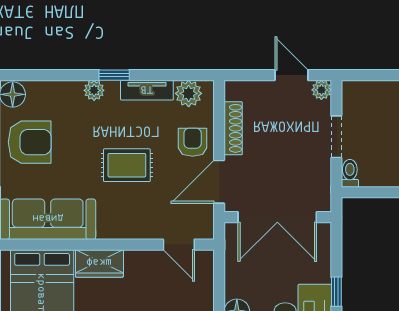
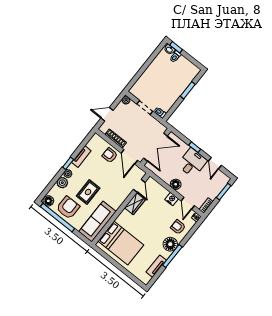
door: (291, 75) -> (107, 114), moved
plant: (189, 93) -> (62, 183), moved
rug: (127, 165) -> (88, 192), moved
door: (179, 245) -> (139, 186), hinge flipped
wardrobe: (99, 263) -> (135, 204), moved

